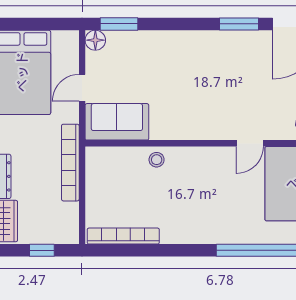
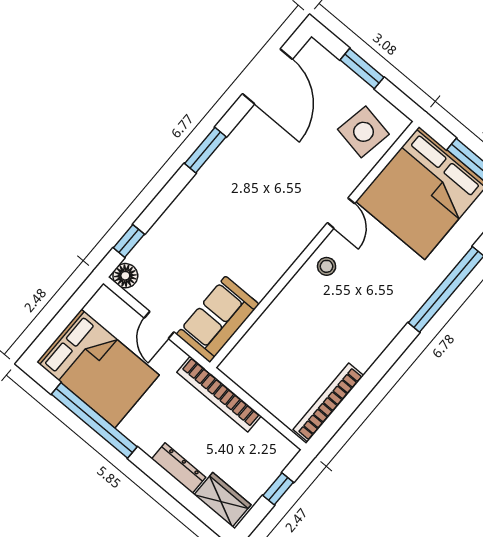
window: (119, 24) -> (129, 241), width x0.67
window: (239, 24) -> (205, 150), moved
stool: (157, 160) -> (327, 266), moved

